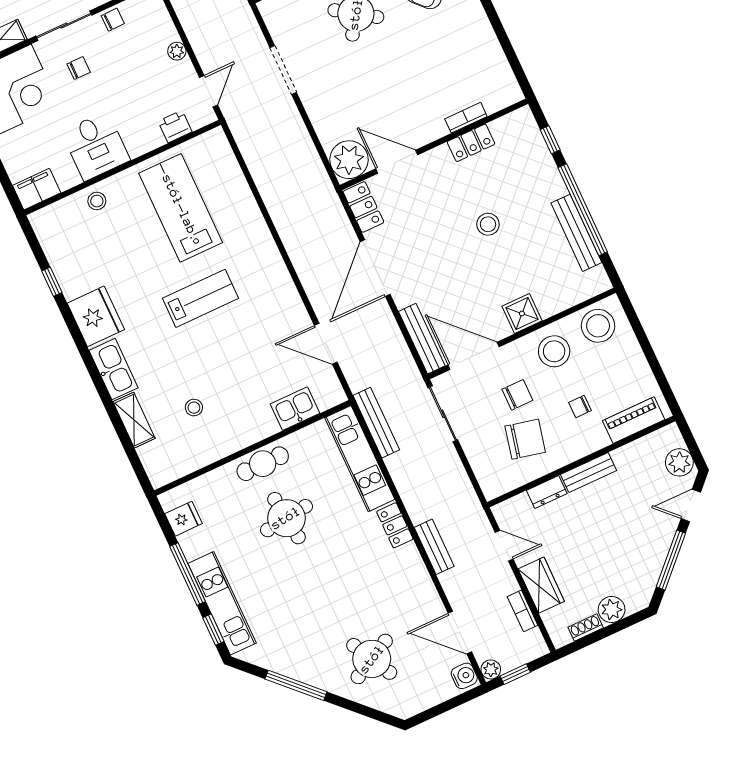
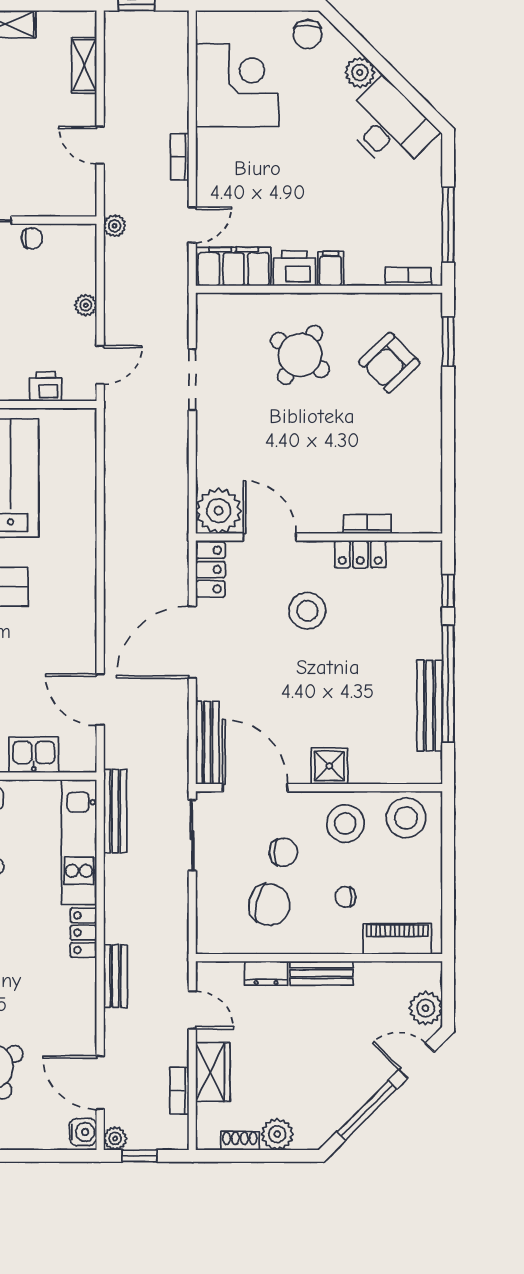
stool: (488, 224) -> (307, 611), moved, width x1.38, depth x1.38

